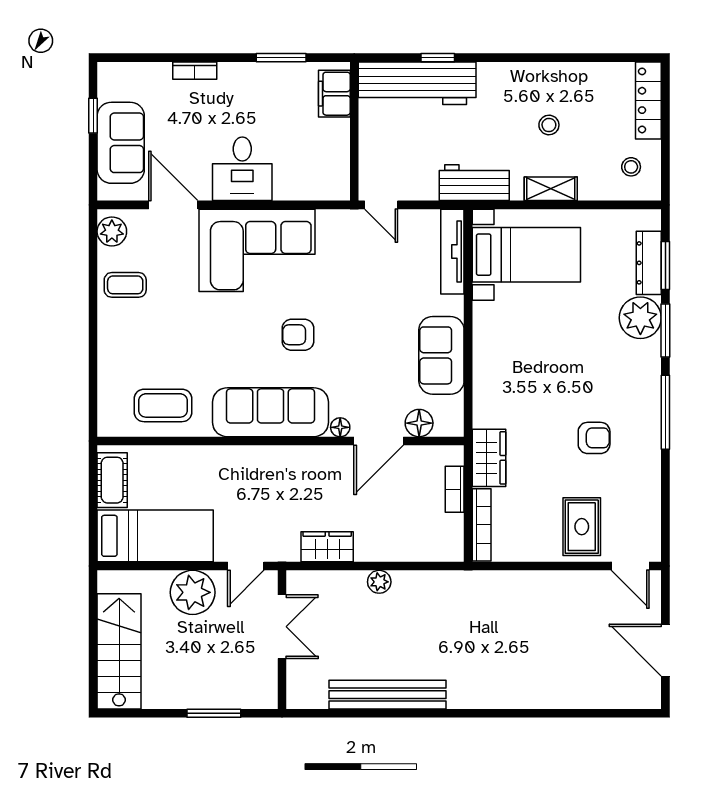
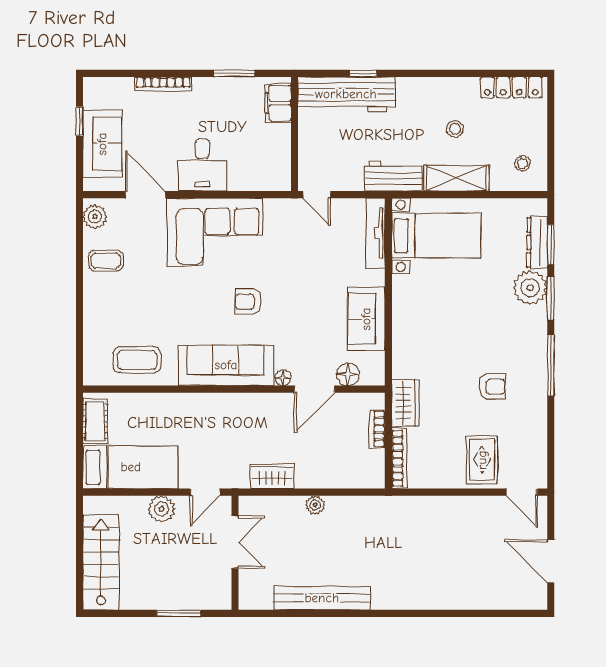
bookcase: (195, 71) -> (163, 84), width x1.56
locker: (648, 100) -> (511, 87), moved, turned -90
shelving: (551, 189) -> (456, 178), width x1.50, depth x1.33
plant: (193, 592) -> (161, 509), width x0.73, depth x0.73

